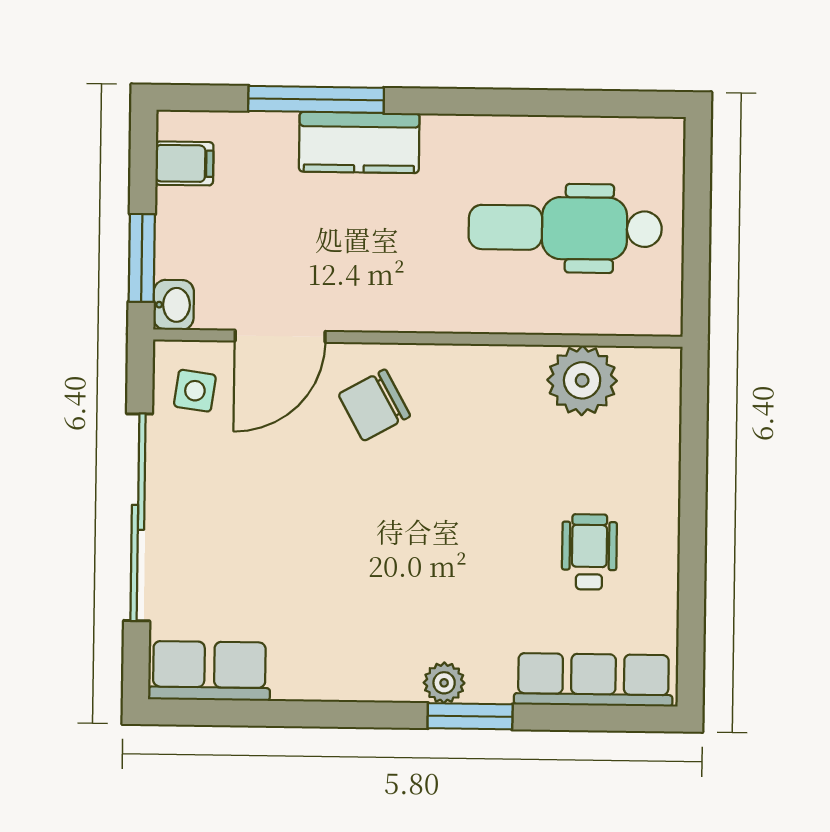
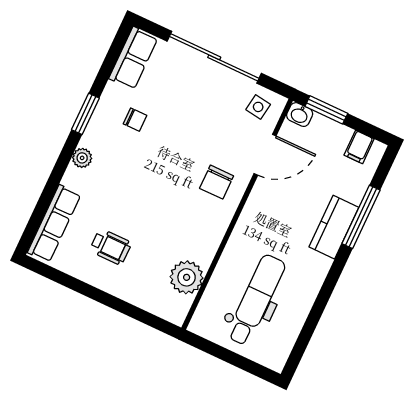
door: (280, 336) -> (265, 155), swing flipped
chair: (374, 405) -> (217, 182), turned -151
chair: (325, 615) -> (135, 120), added
window: (470, 716) -> (85, 114), moved

